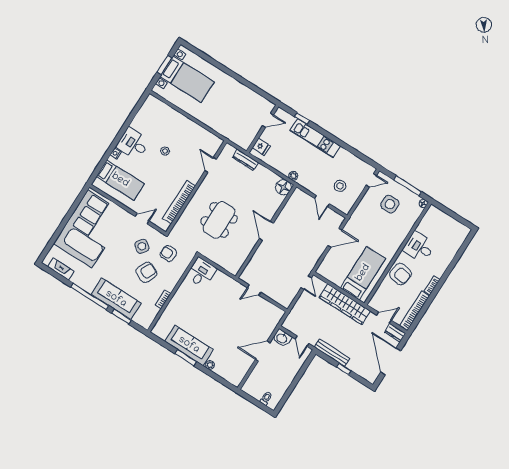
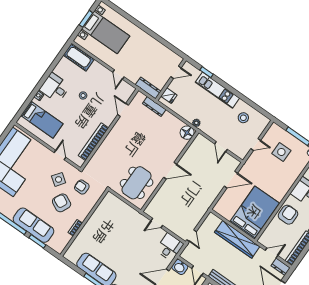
cot: (158, 108) -> (79, 57), added
door: (204, 126) -> (118, 74), added
dresser: (238, 139) -> (148, 88), added
door: (371, 180) -> (256, 144), moved
stool: (340, 186) -> (243, 118), moved
door: (142, 219) -> (60, 155), hinge flipped
dining table: (219, 220) -> (137, 183), moved
door: (266, 231) -> (170, 171), swing flipped
armchair: (146, 272) -> (62, 203), turned -89
desk: (201, 273) -> (170, 247), moved
bed: (363, 273) -> (254, 212), width x1.50
armchair: (400, 274) -> (288, 215), turned -99
door: (306, 283) -> (192, 236), moved

